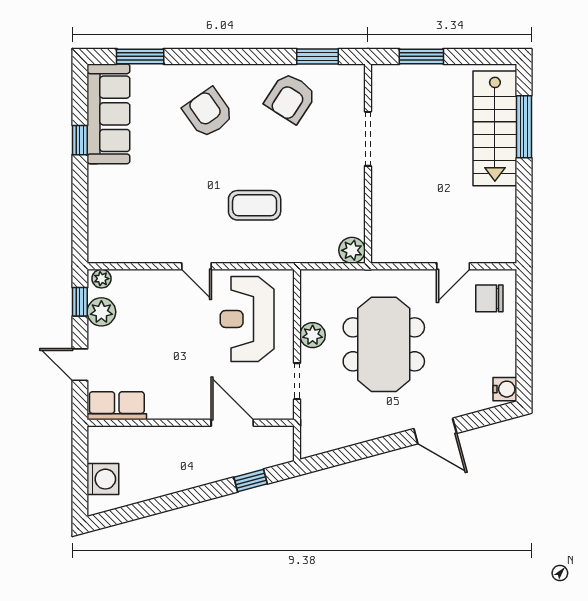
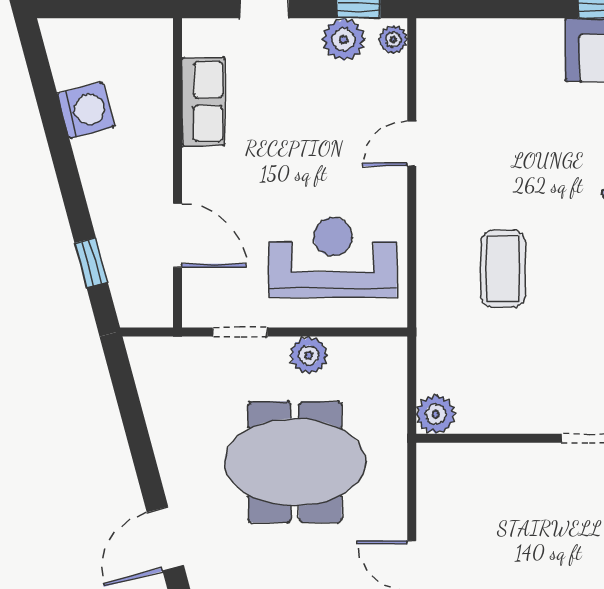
door: (196, 266) -> (412, 144), moved
row of seats: (117, 406) -> (203, 102), moved
door: (232, 423) -> (178, 235), hinge flipped
washing machine: (103, 479) -> (86, 110), moved, turned -105

